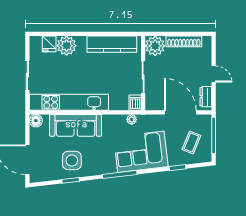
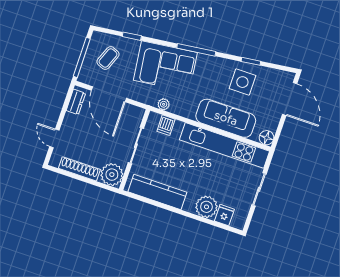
door: (214, 74) -> (54, 138), moved
dishwasher: (135, 103) -> (166, 125), moved

